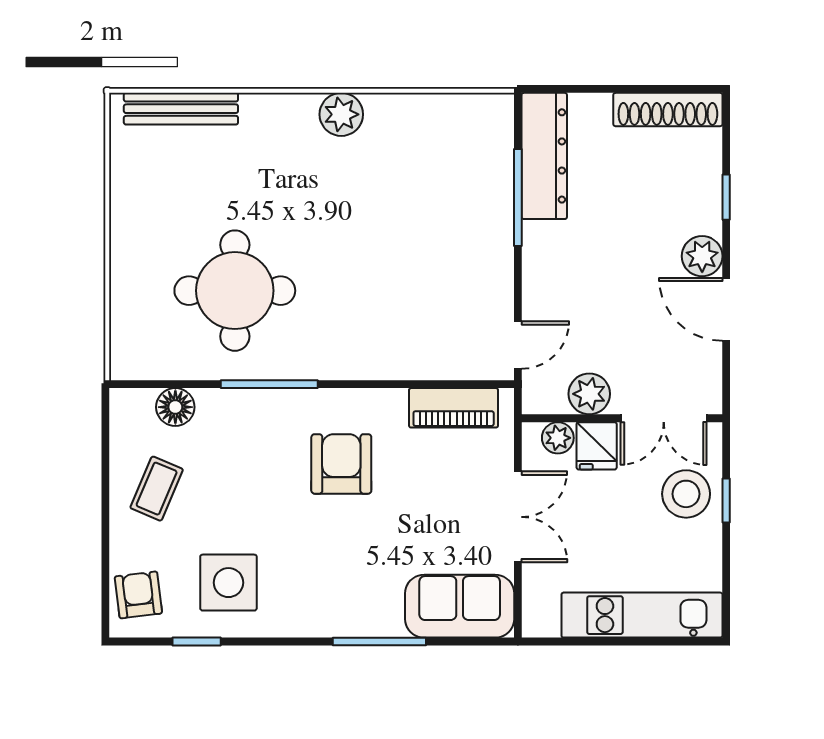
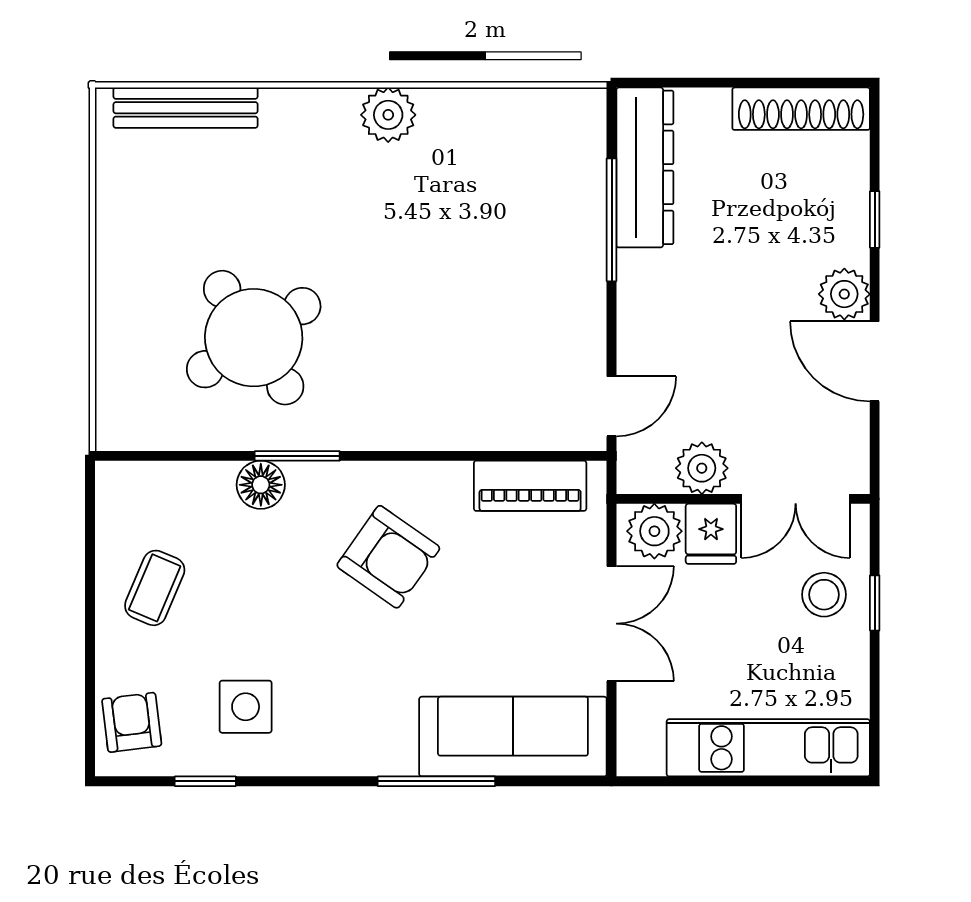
round table: (235, 291) -> (254, 338), turned -33
window: (269, 384) -> (297, 456), width x0.69
floor lamp: (175, 407) -> (261, 485), moved
plant: (558, 438) -> (654, 531), width x1.38, depth x1.38
armchair: (341, 464) -> (388, 557), turned 125
stool: (686, 494) -> (824, 595), width x0.73, depth x0.73
side table: (228, 583) -> (246, 707), width x0.73, depth x0.73
sofa: (460, 606) -> (513, 737), width x1.36

